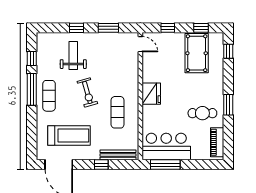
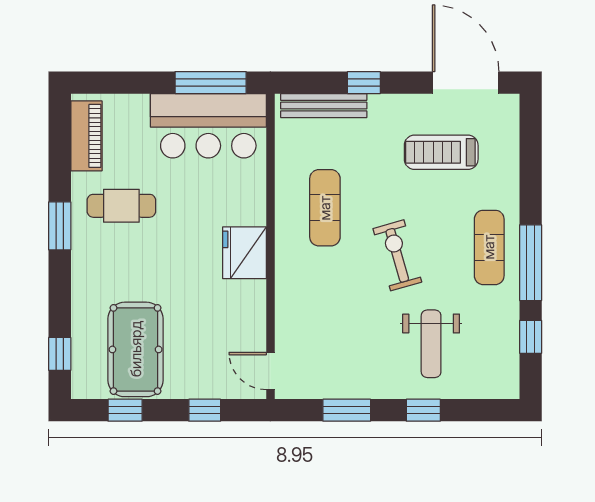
treadmill: (69, 135) -> (441, 152), width x0.73, depth x0.73

